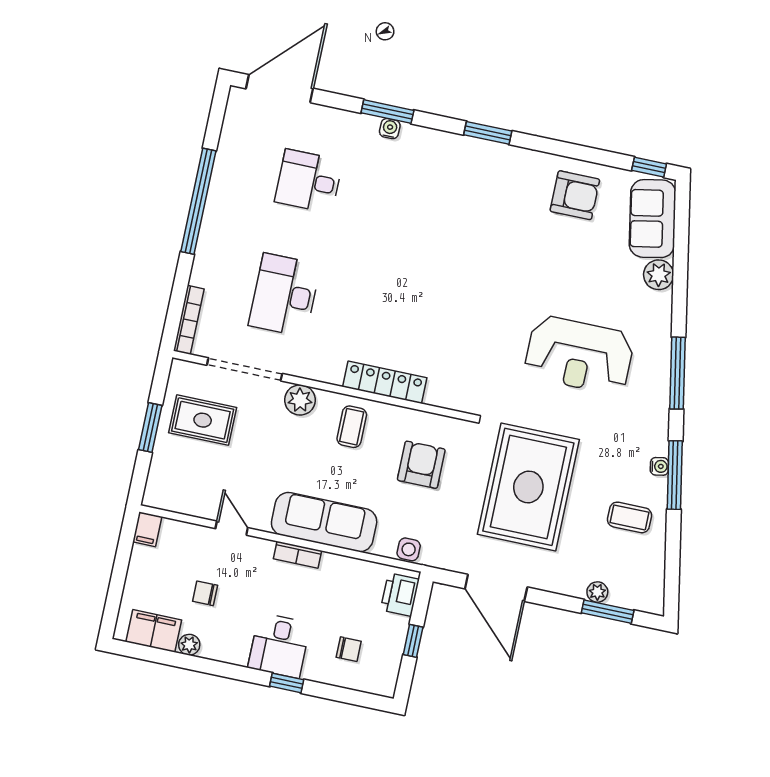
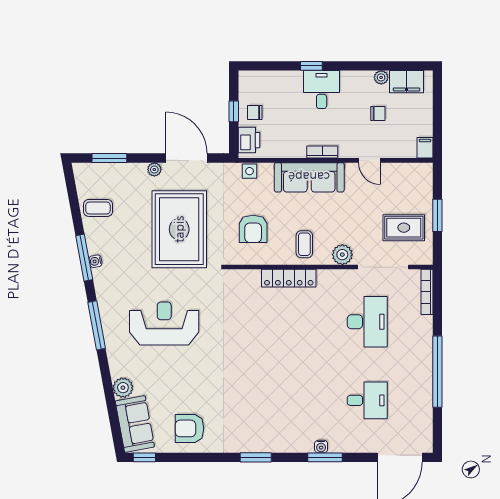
coffee table: (629, 517) -> (98, 208), moved
plant: (597, 592) -> (154, 169), moved
chair: (349, 649) -> (255, 113), moved

